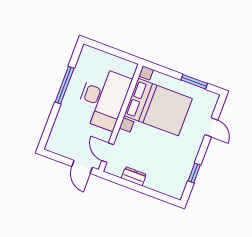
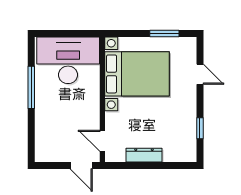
desk: (103, 98) -> (68, 60), moved, turned -90
dresser: (134, 176) -> (144, 155), width x1.44

